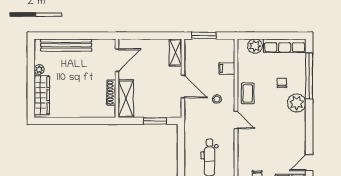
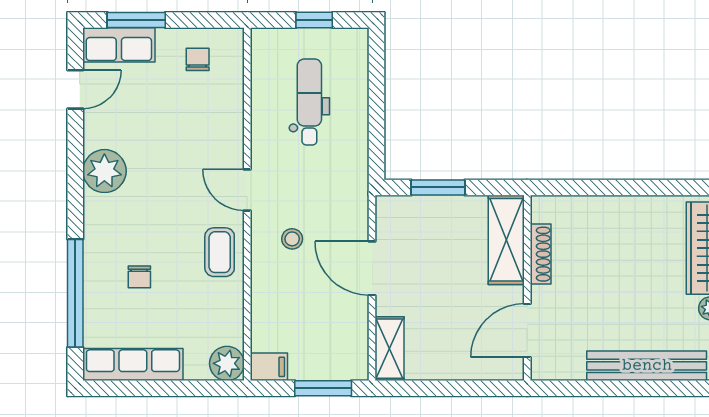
plant: (255, 46) -> (227, 363), moved
filing cabinet: (227, 68) -> (269, 367), moved
plant: (297, 103) -> (104, 171), moved

